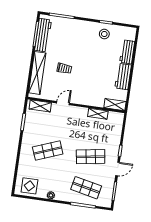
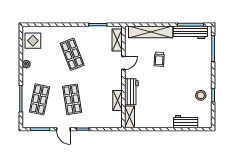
workbench: (123, 77) -> (131, 92), moved, turned 90
door: (63, 103) -> (123, 63), hinge flipped

